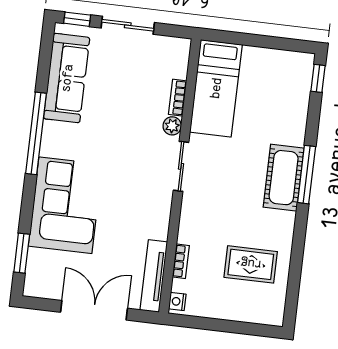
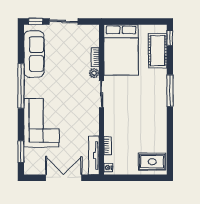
bed: (216, 88) -> (121, 50), width x1.50
cot: (284, 178) -> (158, 51), moved
rug: (251, 264) -> (152, 162), moved

